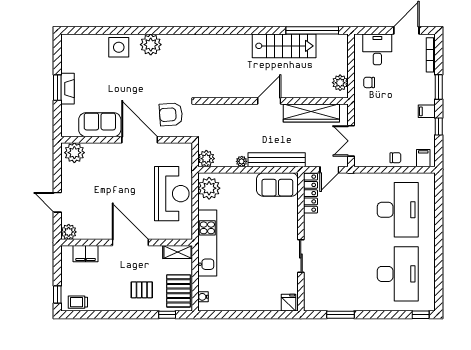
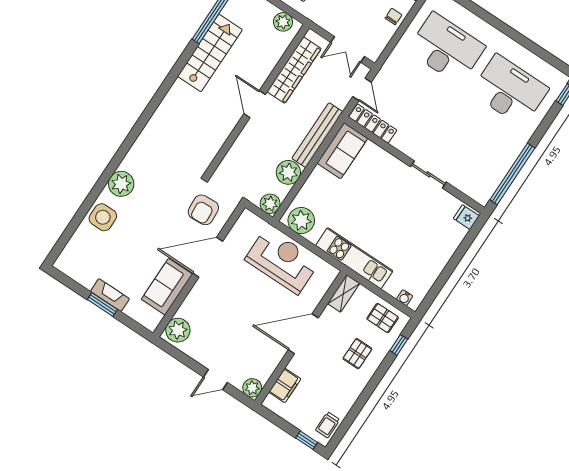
plant: (242, 161) -> (288, 172), width x1.88, depth x1.88
pallet: (179, 291) -> (383, 318), width x0.67, depth x0.71
window: (340, 315) -> (512, 174), width x2.11

